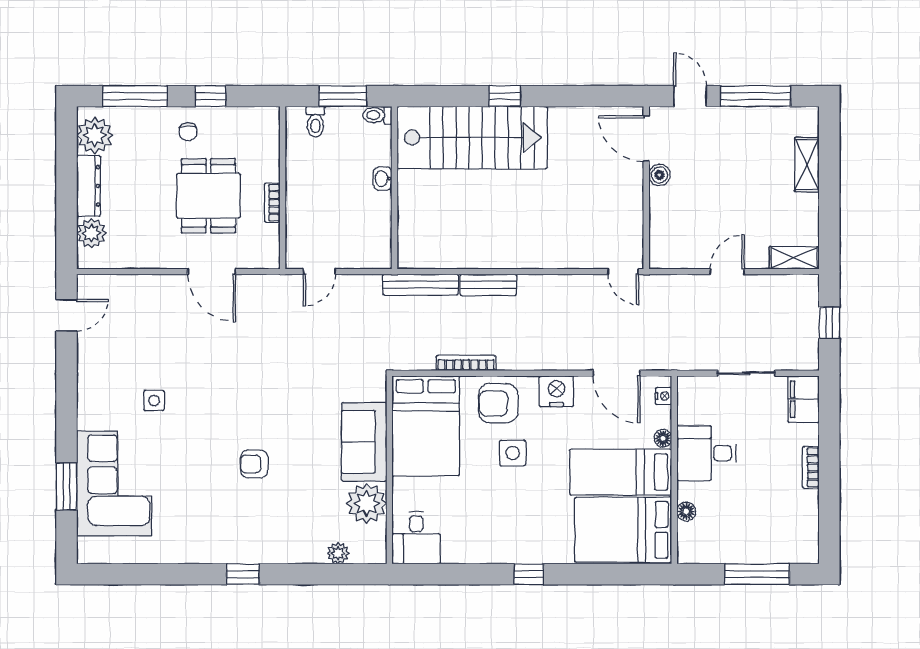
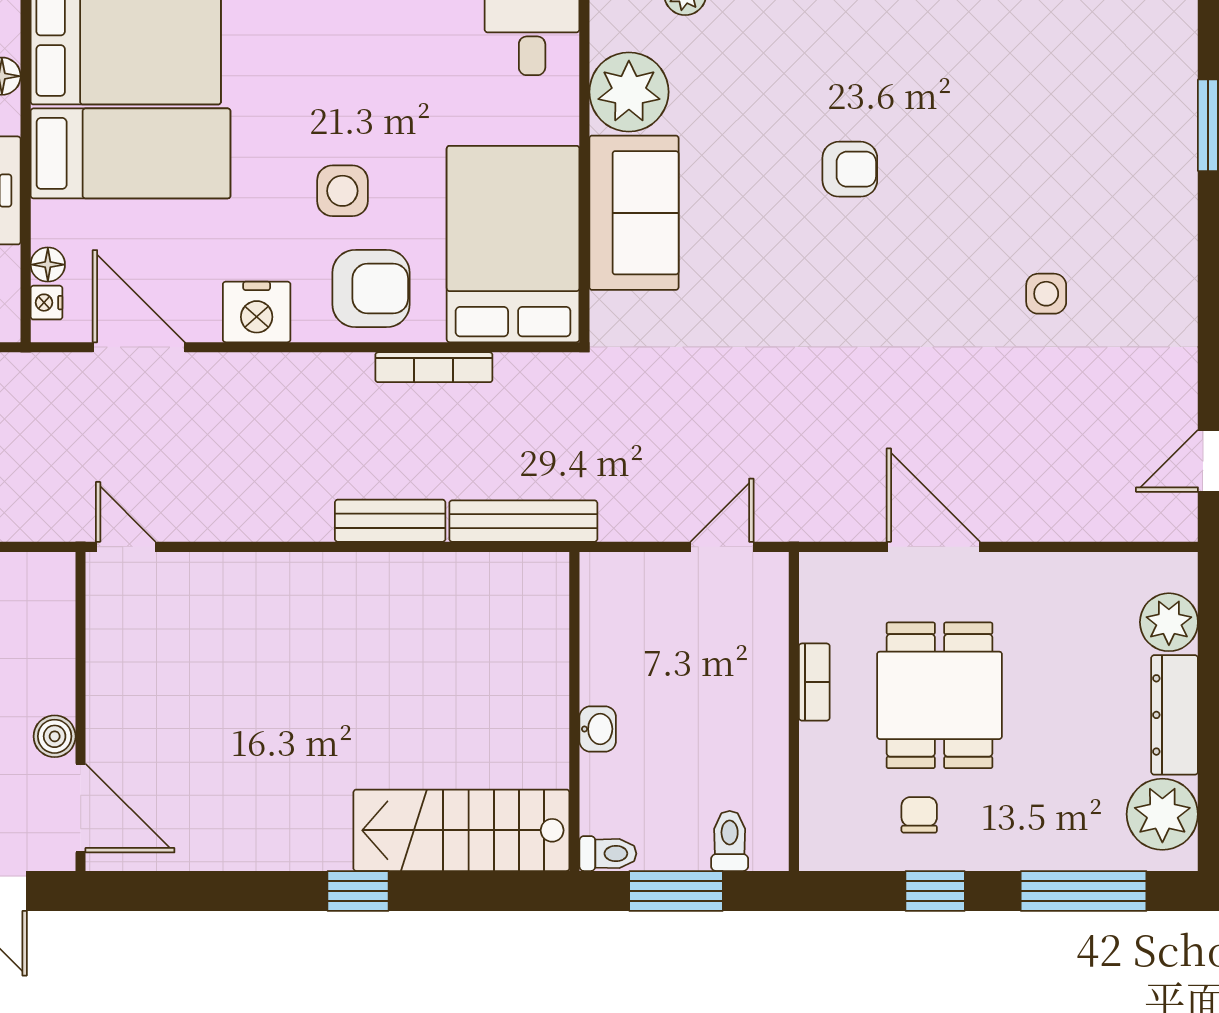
chair: (188, 132) -> (919, 815), moved
stairs: (472, 138) -> (461, 830), width x0.73, depth x0.66
floor lamp: (663, 438) -> (48, 265), moved
corner sofa: (114, 484) -> (1125, 131), removed

